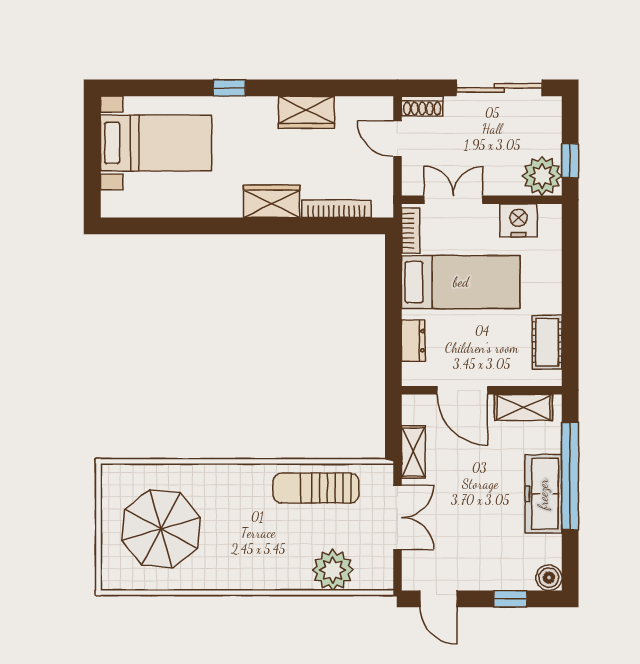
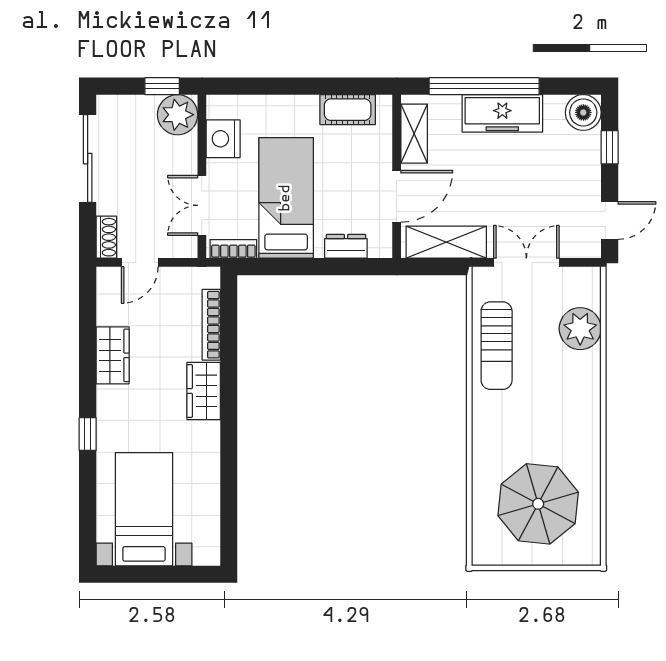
shelving: (413, 452) -> (446, 242), width x1.50, depth x1.33
boiler: (549, 578) -> (583, 112), width x1.36, depth x1.36

